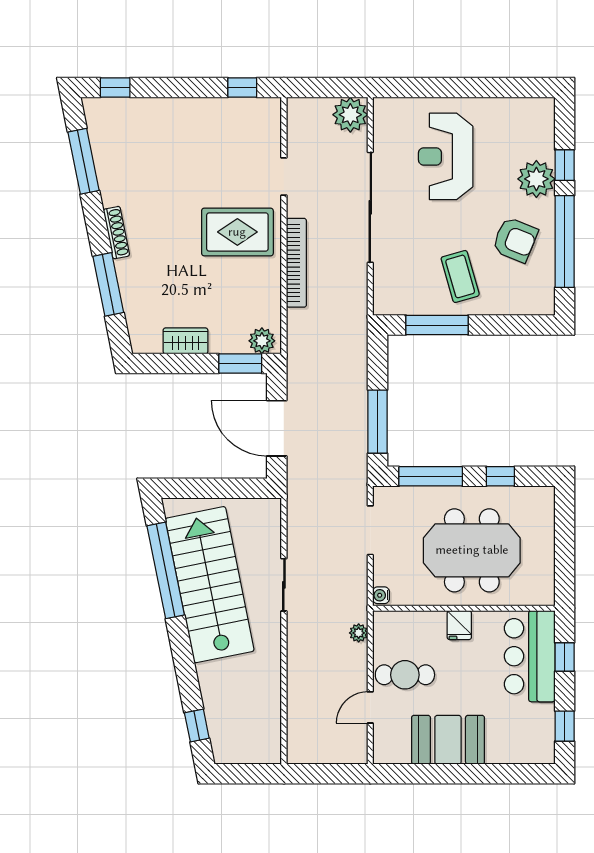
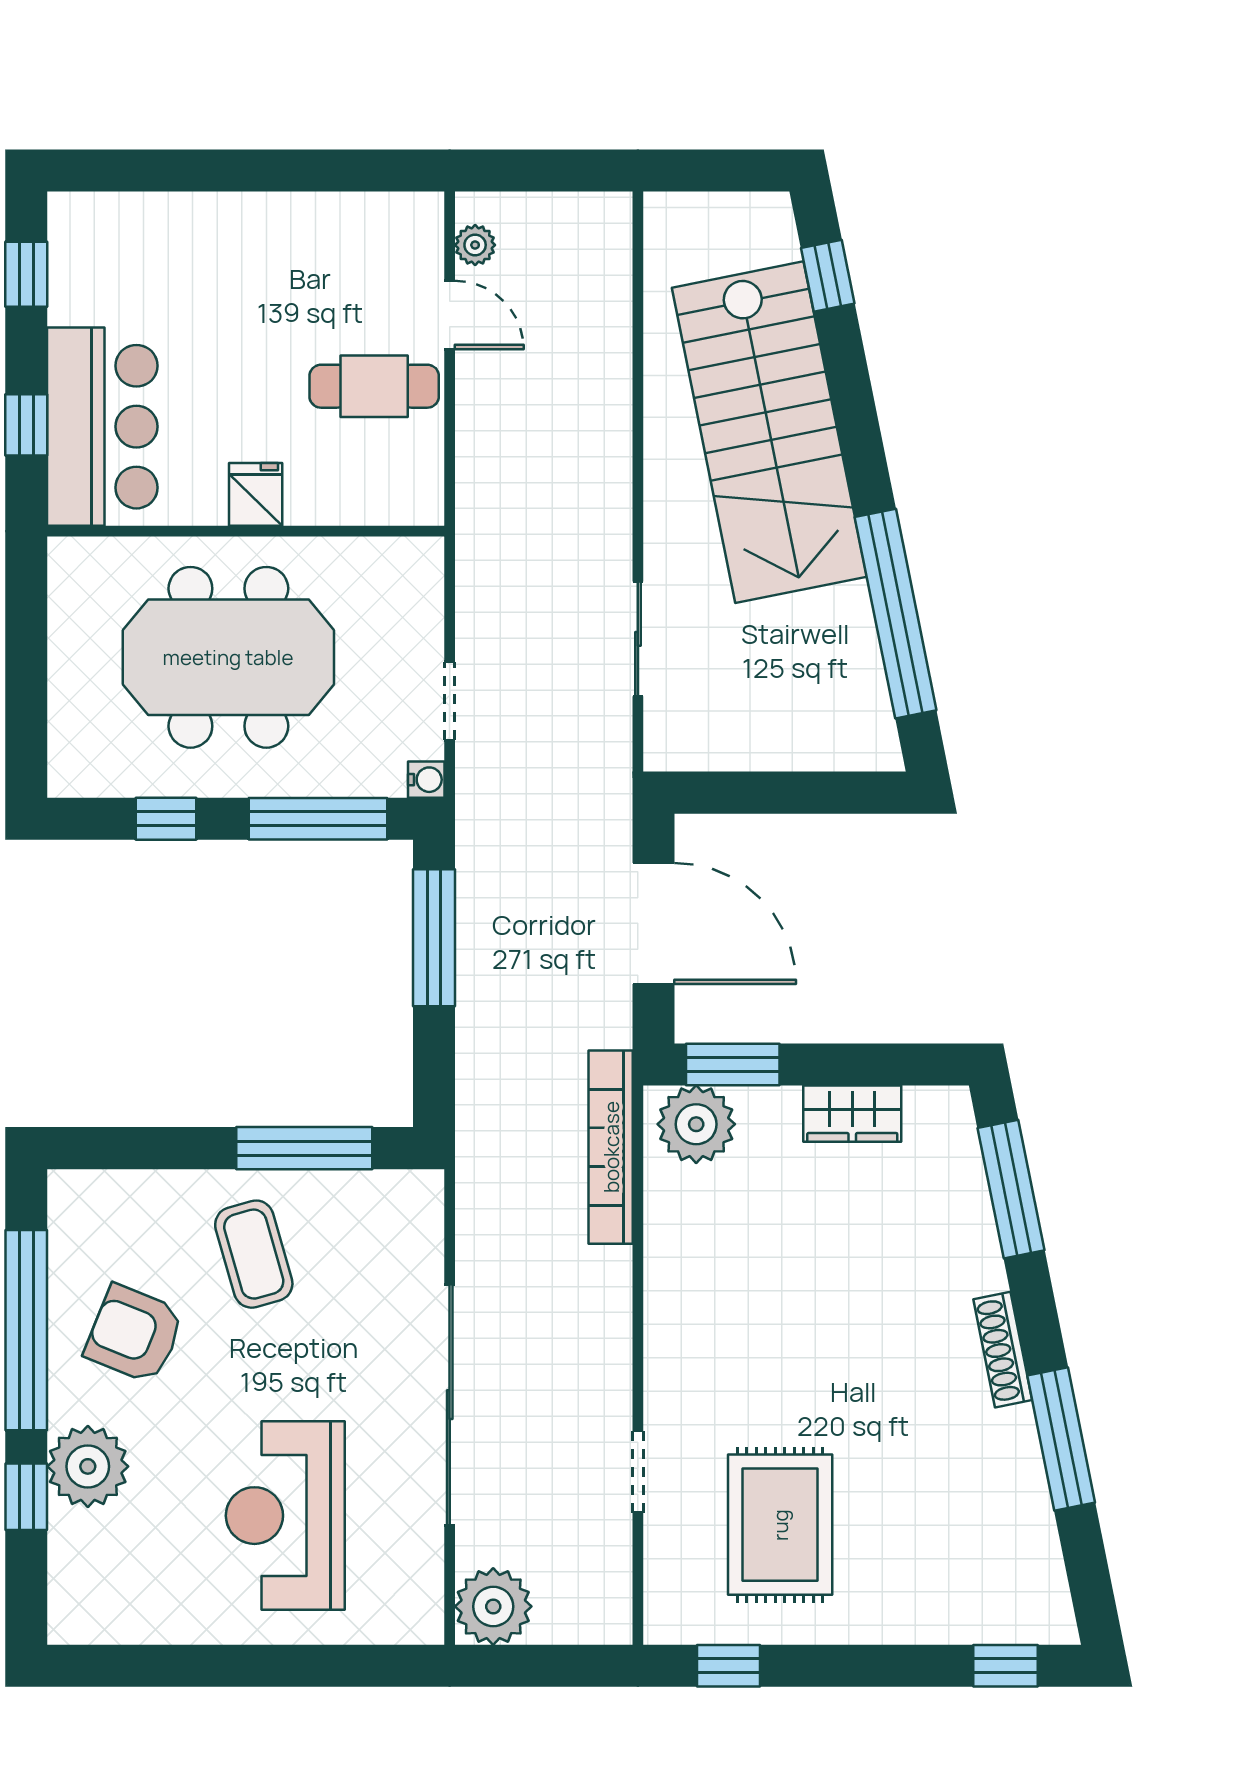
reception desk: (446, 156) -> (285, 1516), turned 180
window: (84, 161) -> (1061, 1439), moved
rug: (237, 232) -> (780, 1525), moved, turned 90
bookcase: (296, 263) -> (611, 1147), moved
window: (108, 284) -> (1011, 1189), moved
plant: (262, 341) -> (696, 1124), width x1.36, depth x1.36
doorway: (370, 530) -> (450, 701), width x0.73
stairs: (210, 585) -> (769, 432), moved
sliding door: (284, 585) -> (638, 639), moved
water cooler: (381, 595) -> (426, 780), moved
plant: (359, 633) -> (475, 245), moved
door: (370, 707) -> (450, 315), hinge flipped
booth: (448, 740) -> (280, 245), removed

